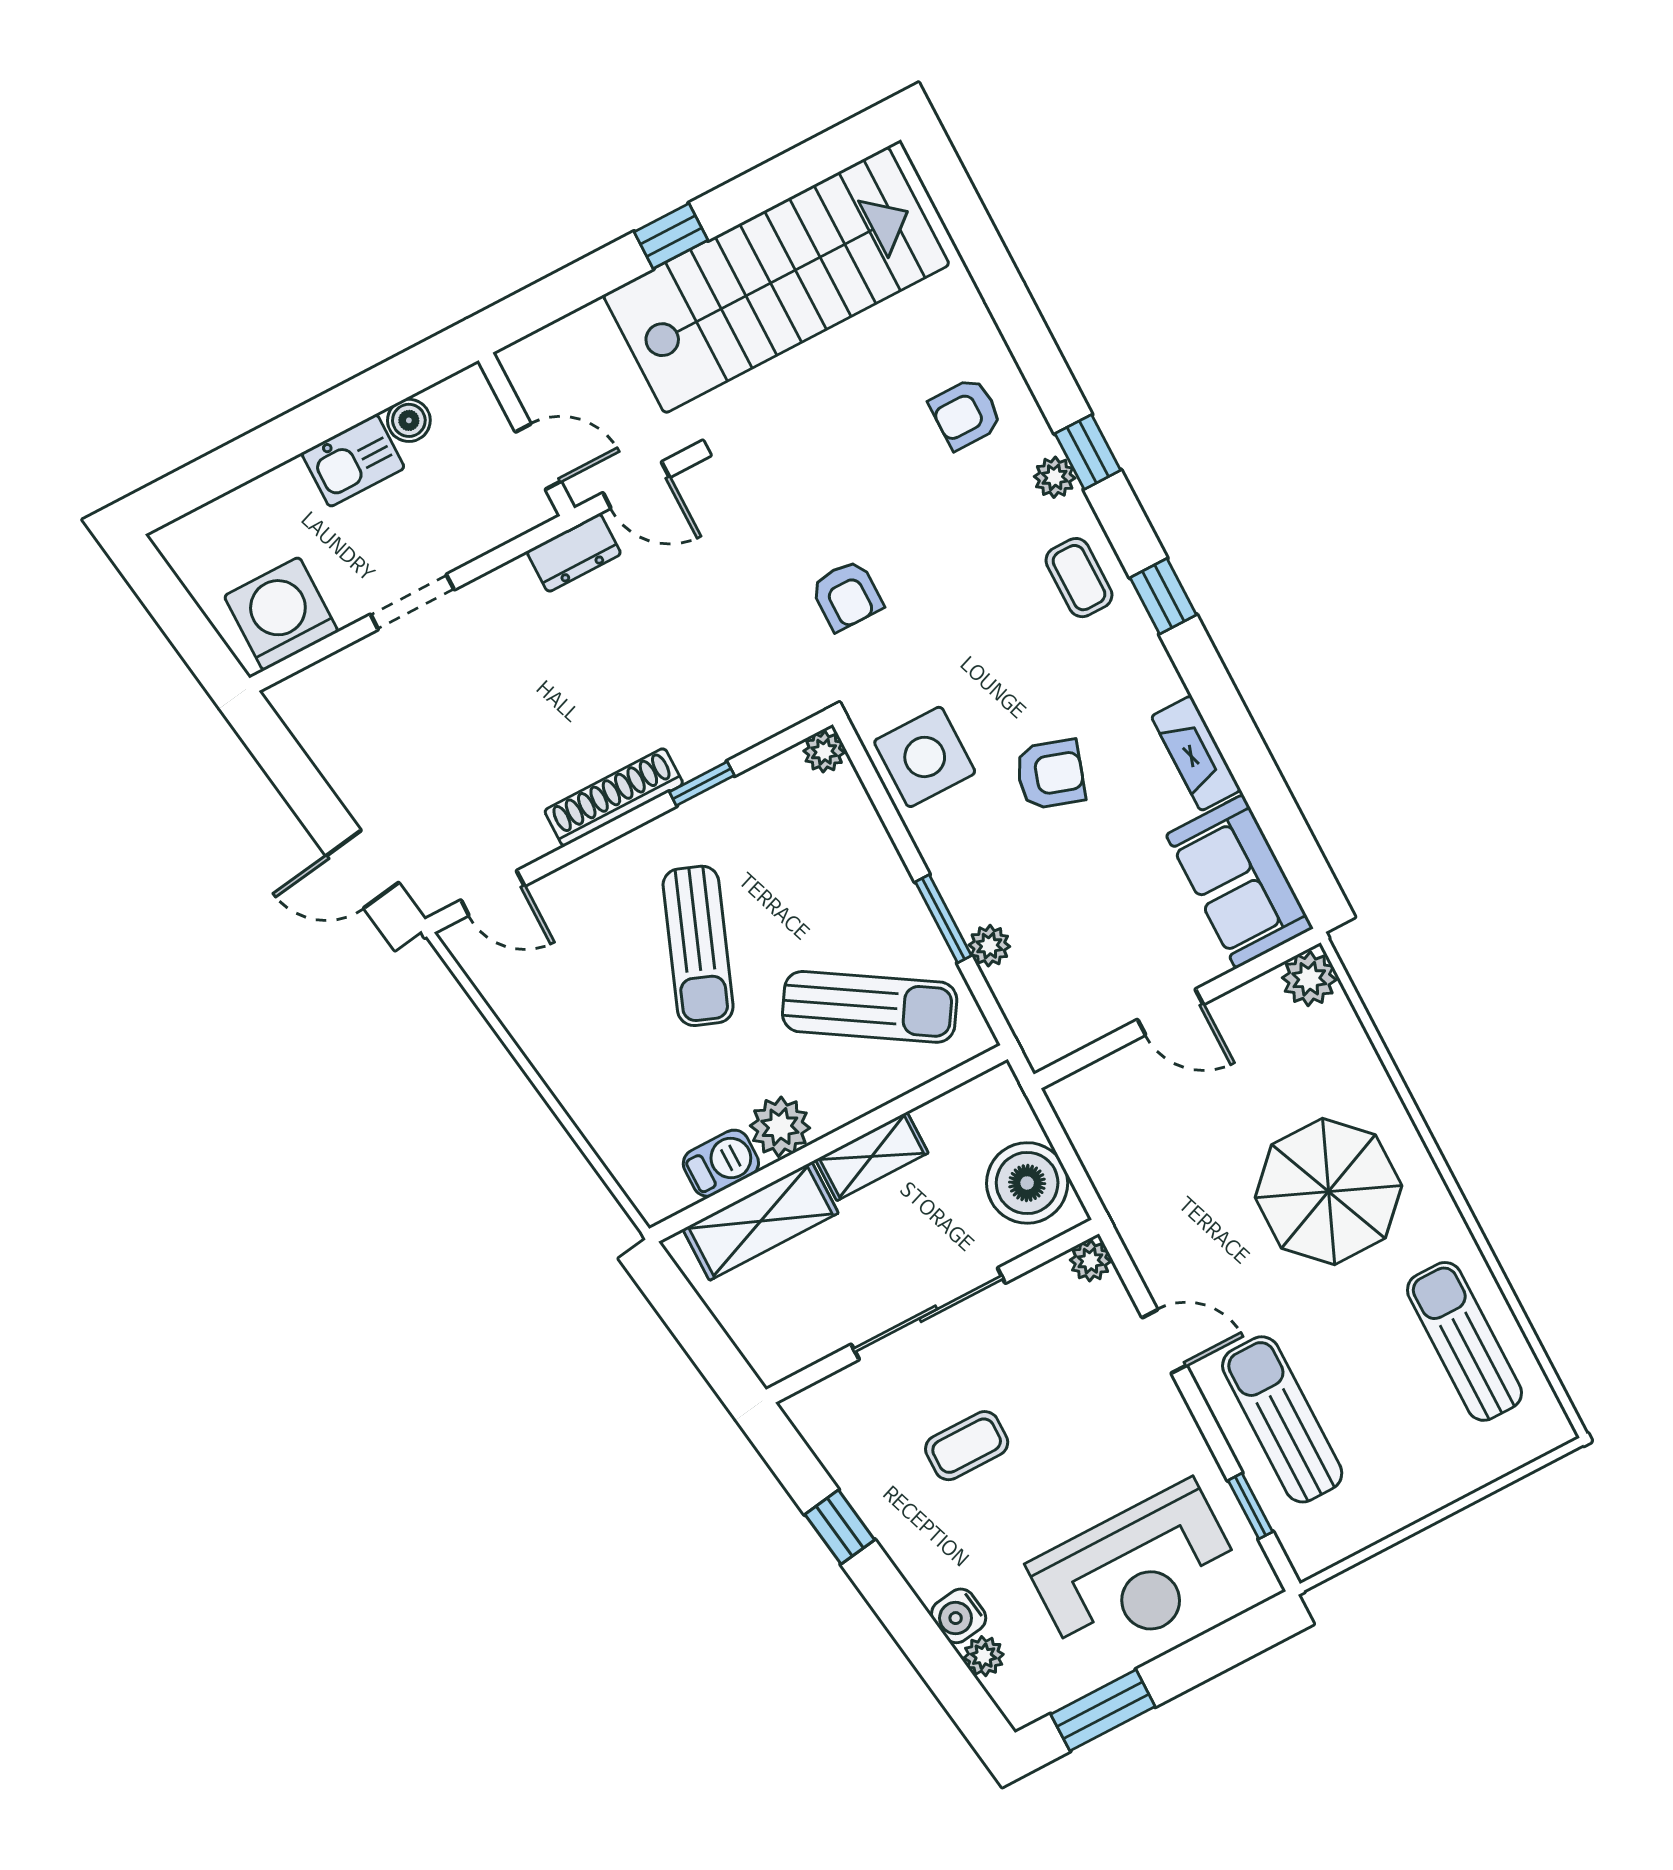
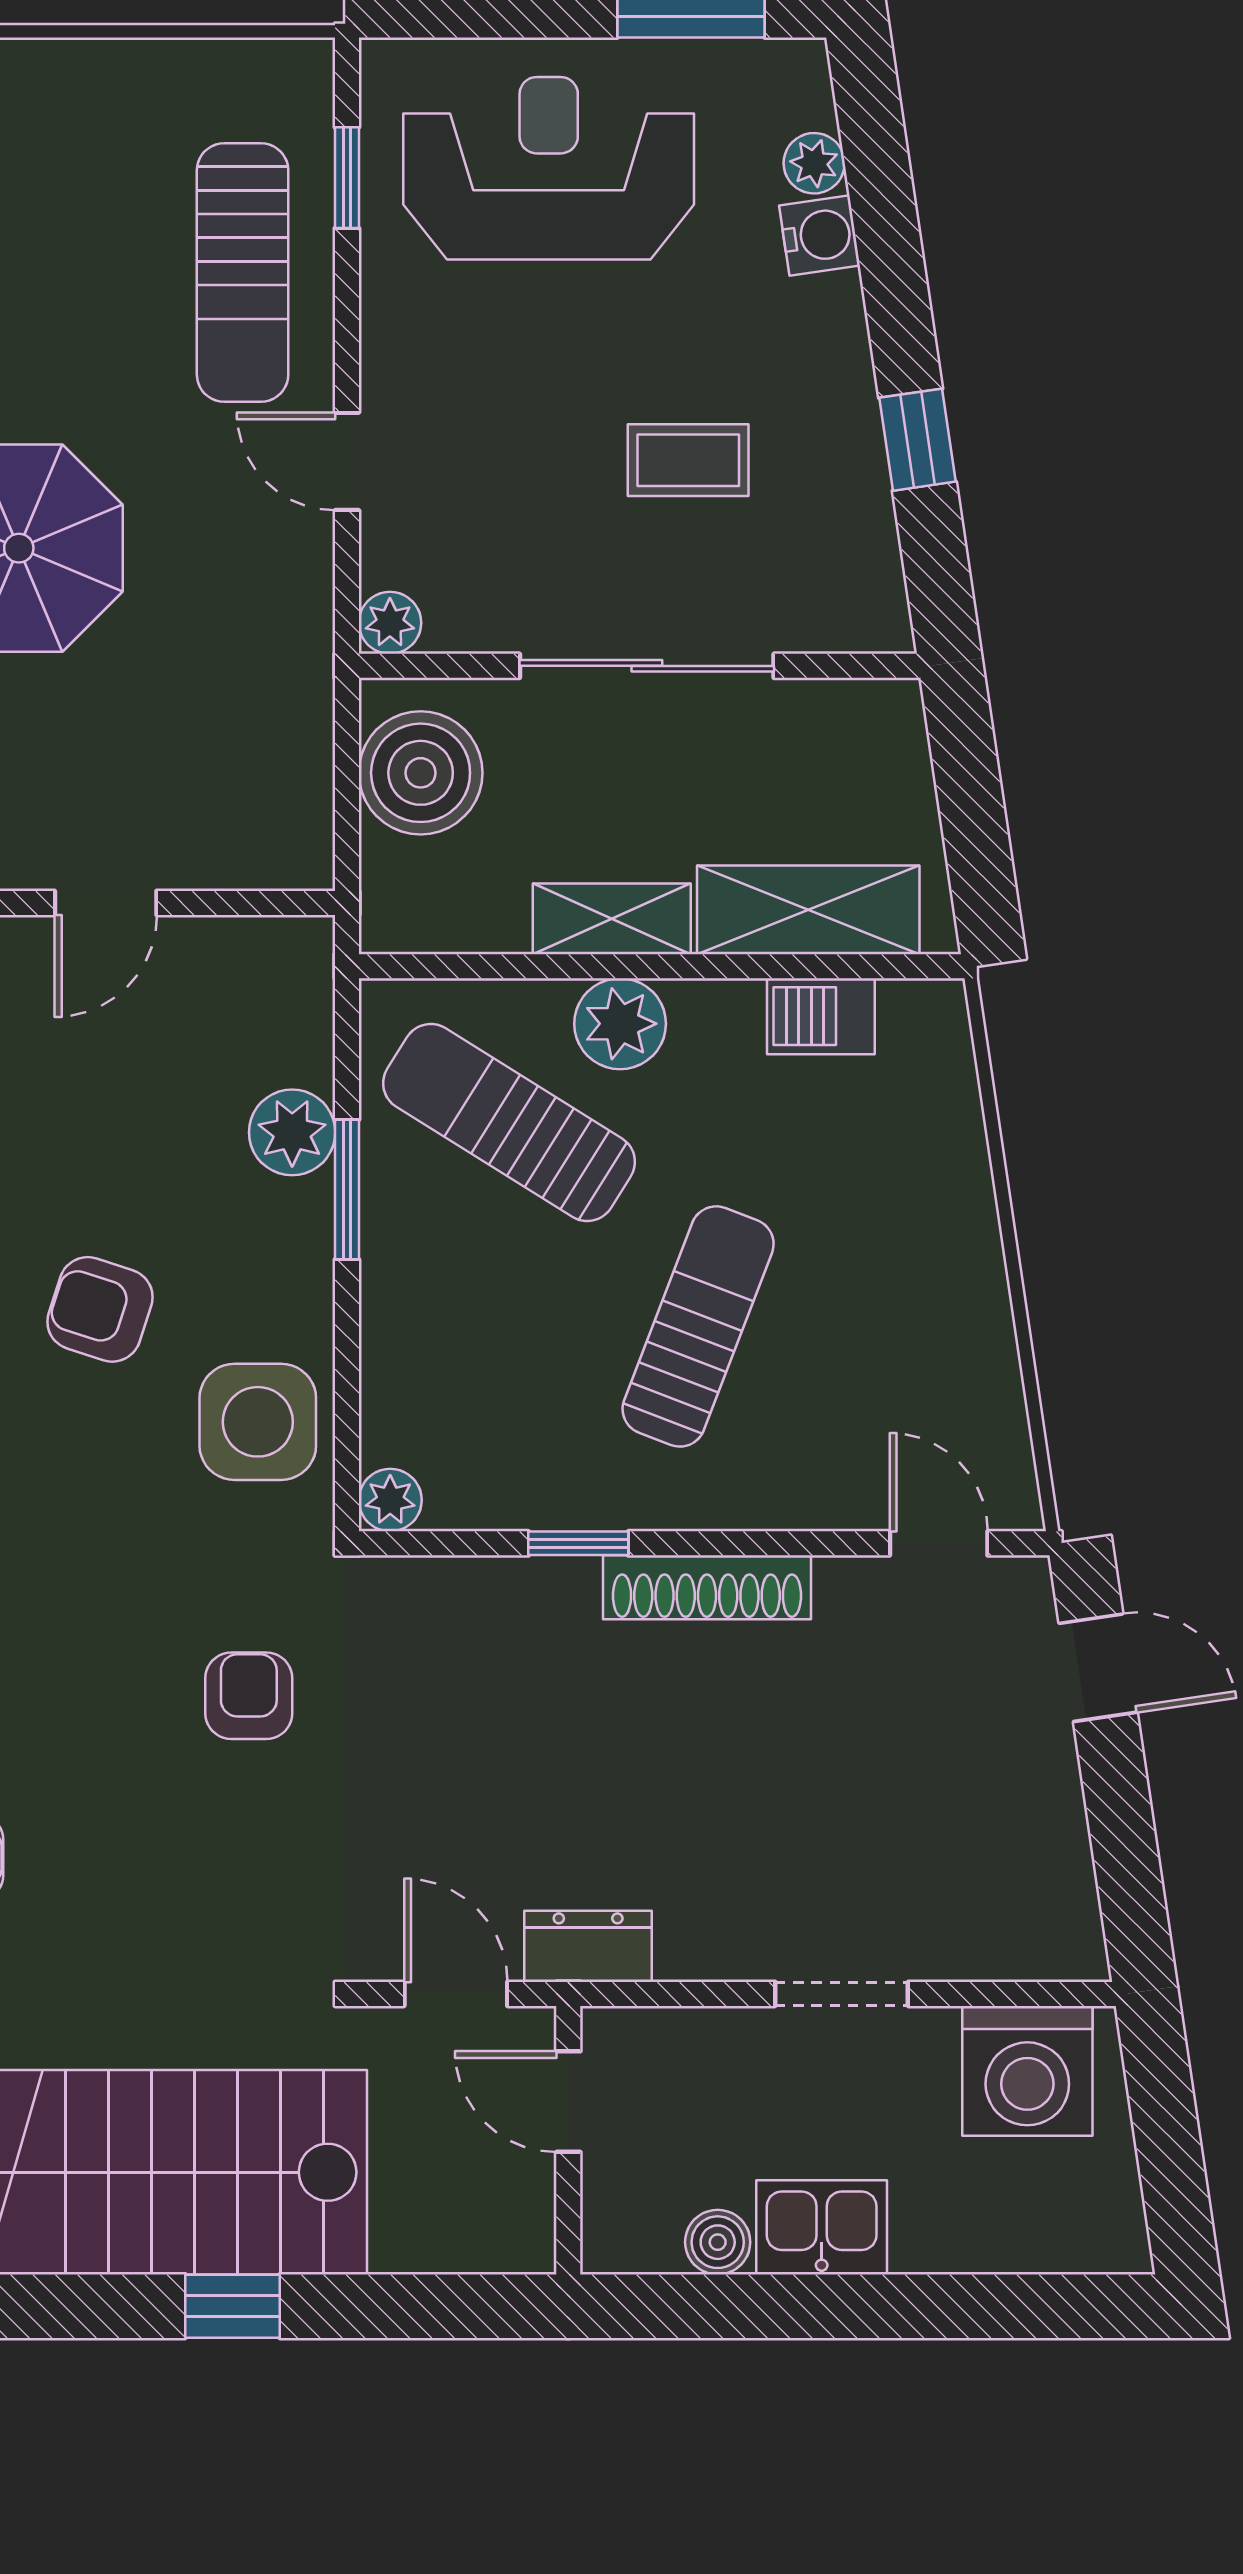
plant: (989, 946) -> (292, 1132), width x1.38, depth x1.38
door: (1170, 1012) -> (106, 903), swing flipped
plant: (780, 1127) -> (620, 1024), moved

